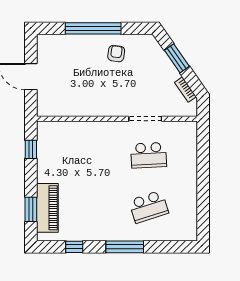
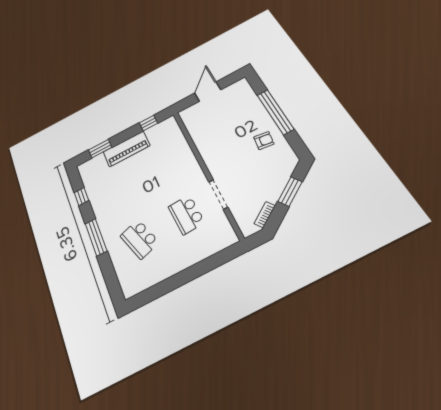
piano: (47, 208) -> (126, 149), moved

